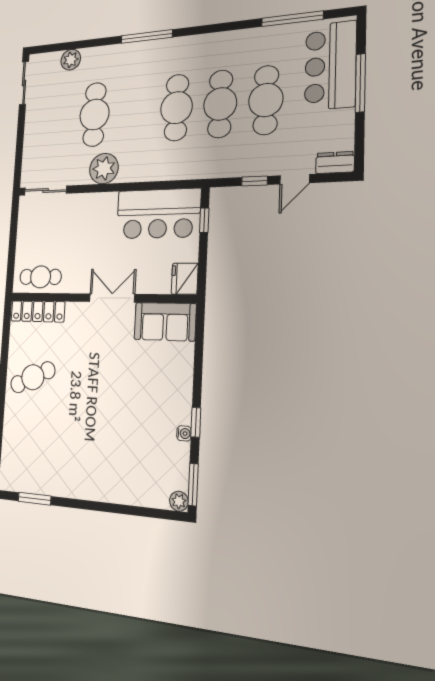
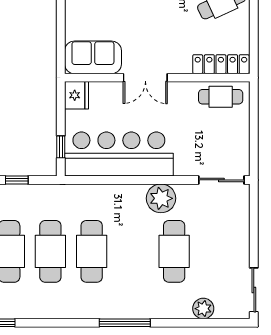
bar counter: (158, 214) -> (119, 154), width x1.36

